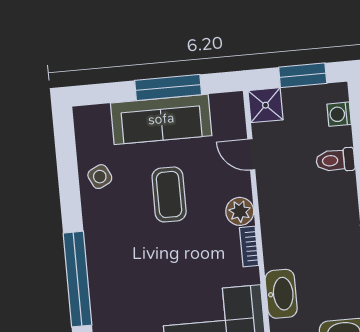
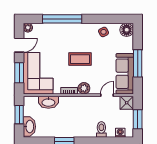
sofa: (161, 119) -> (125, 74), moved
floor lamp: (90, 121) -> (127, 30), added
coffee table: (169, 194) -> (80, 59), moved

